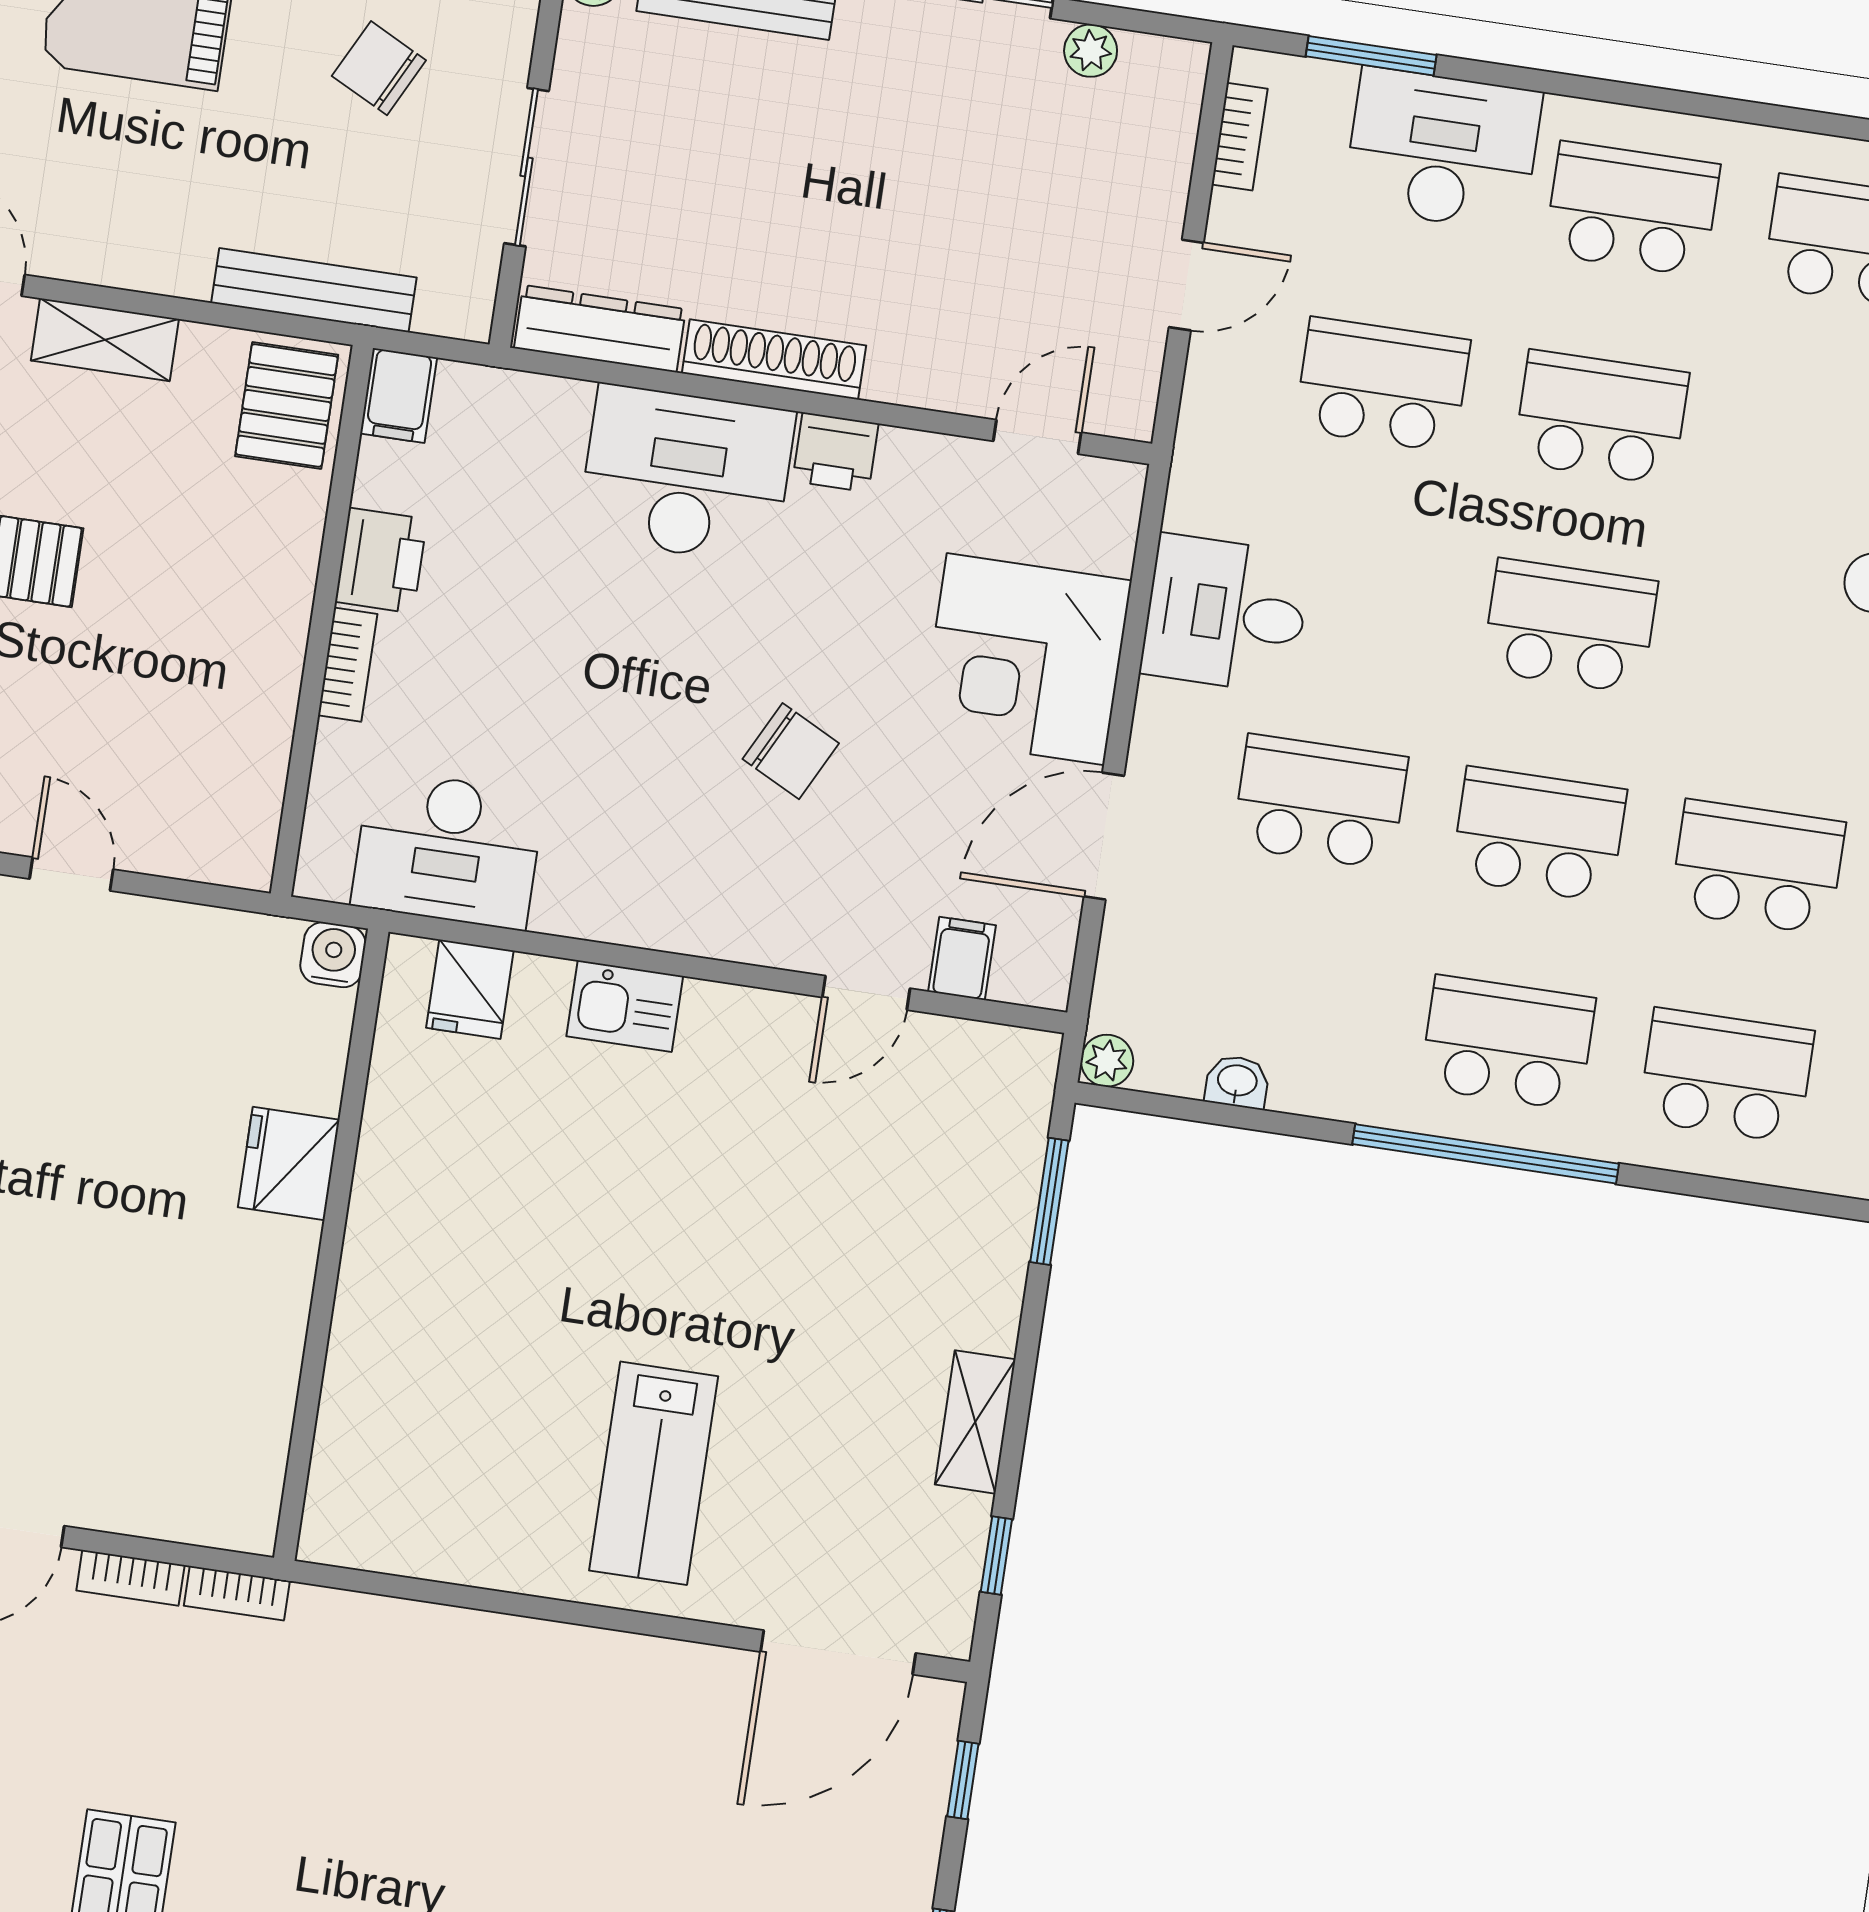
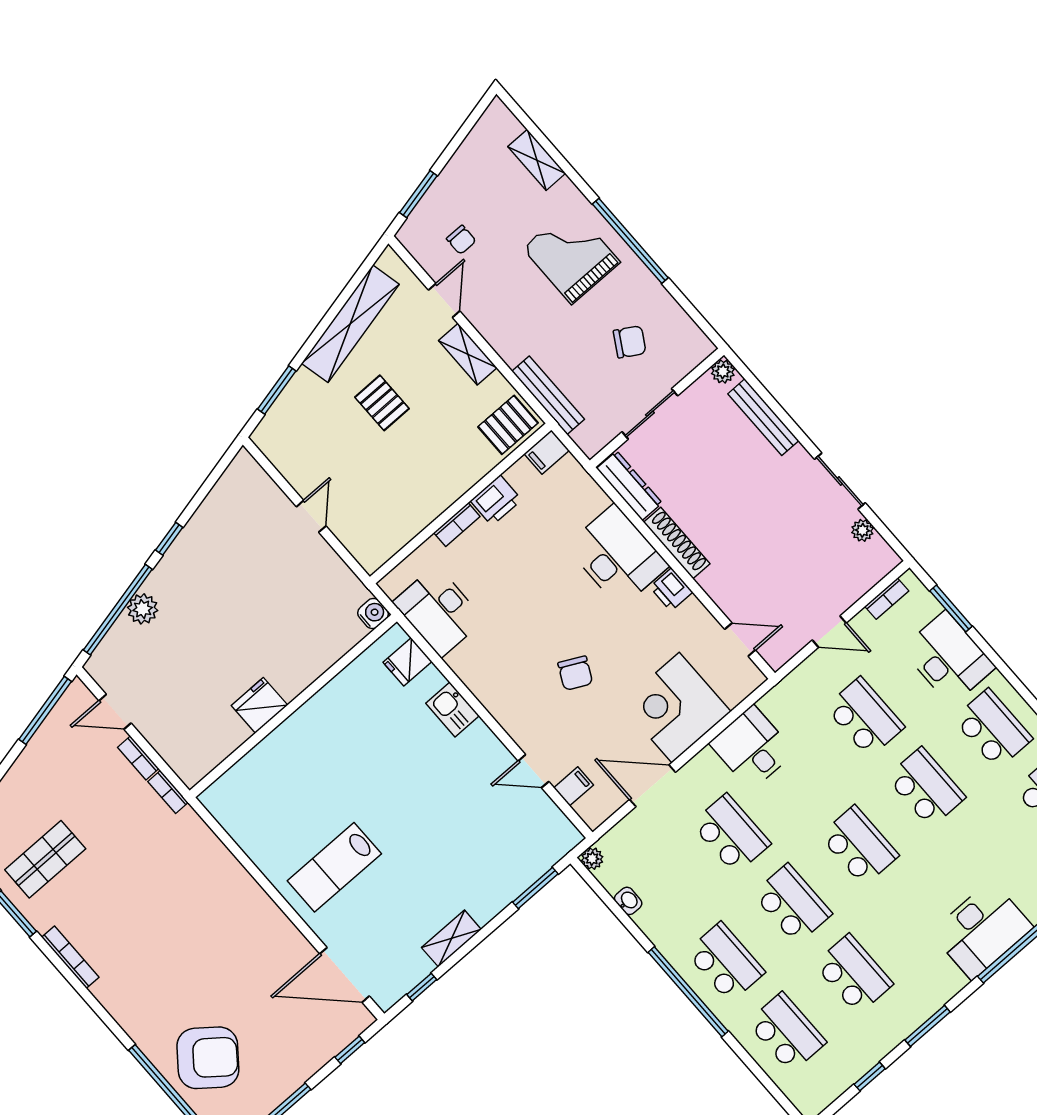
chair: (379, 68) -> (630, 342), turned 94
fridge: (289, 1163) -> (259, 705), moved

